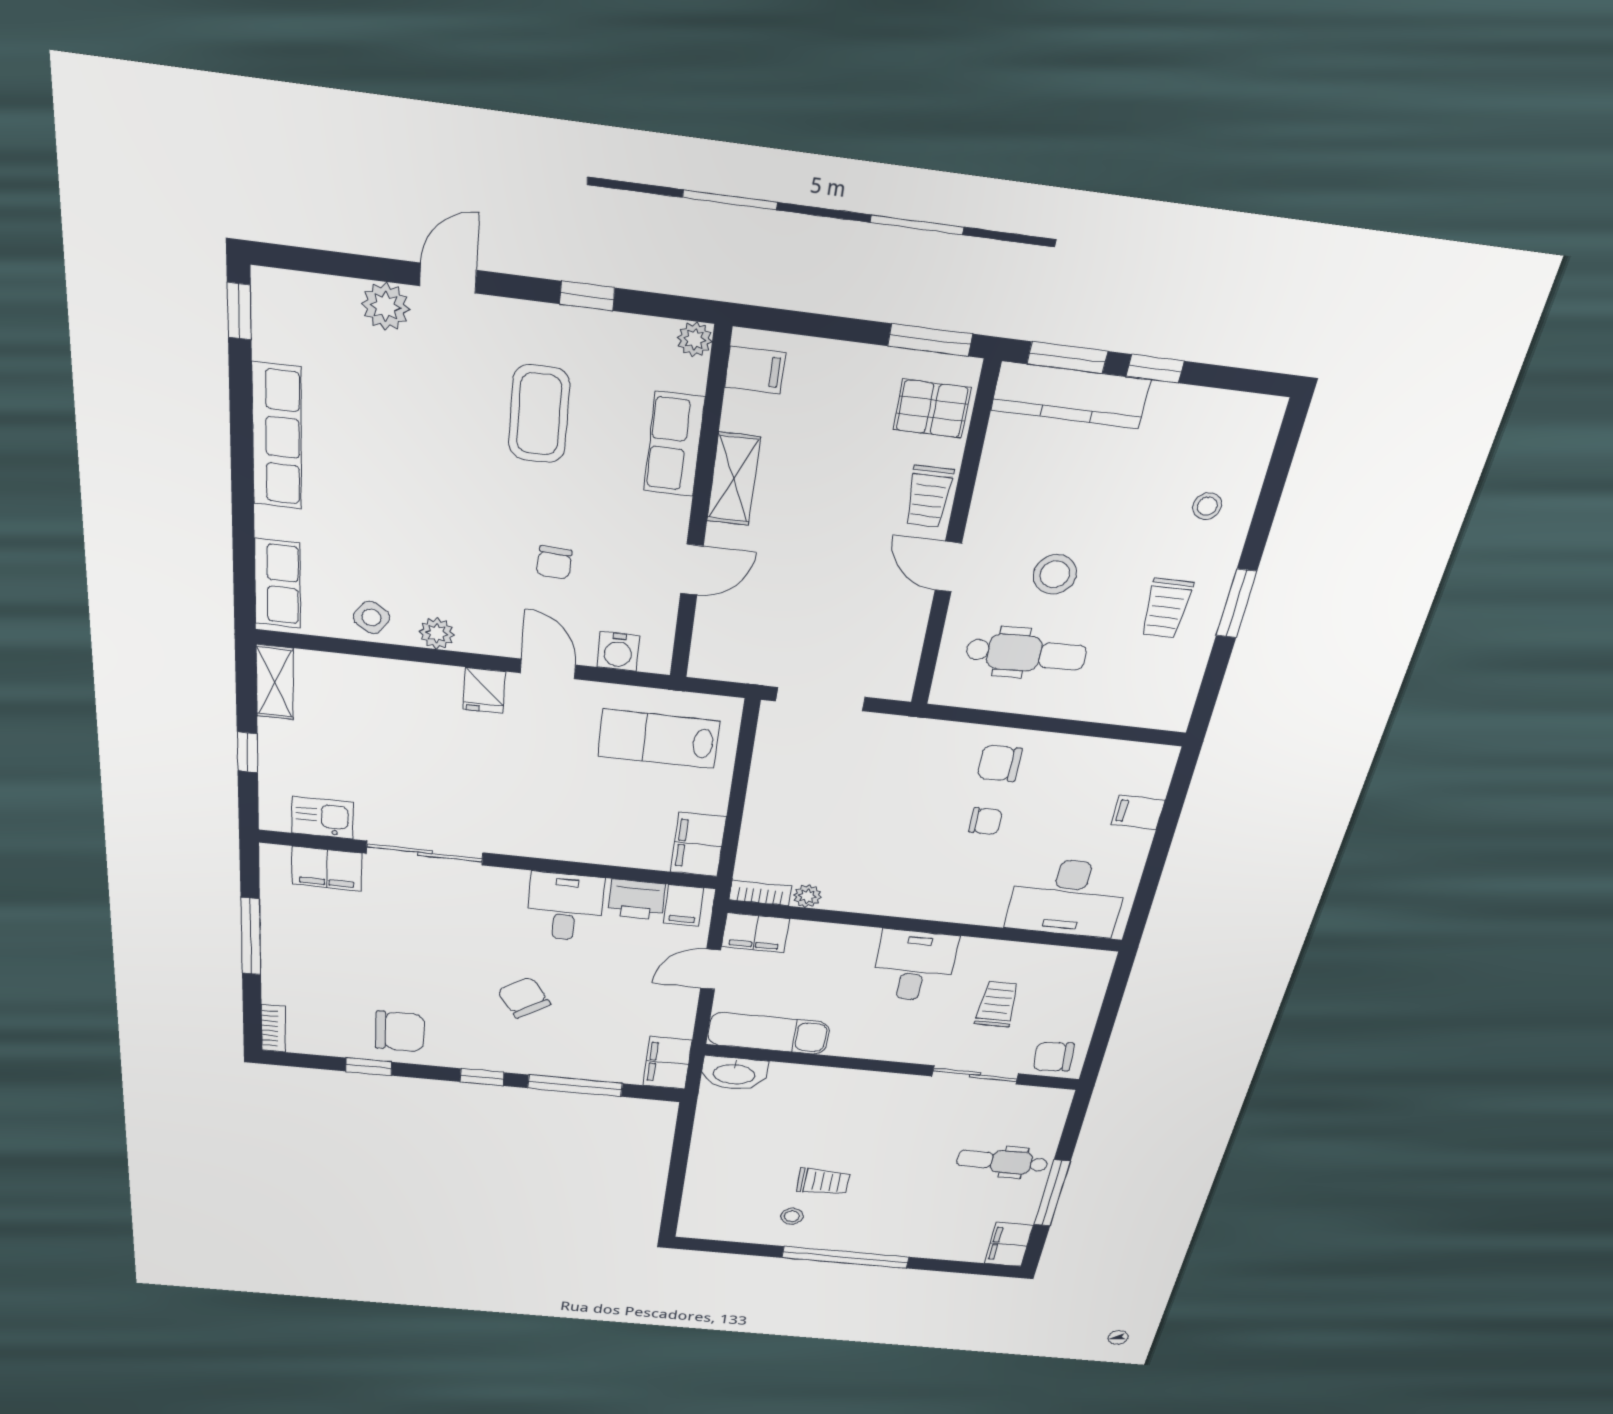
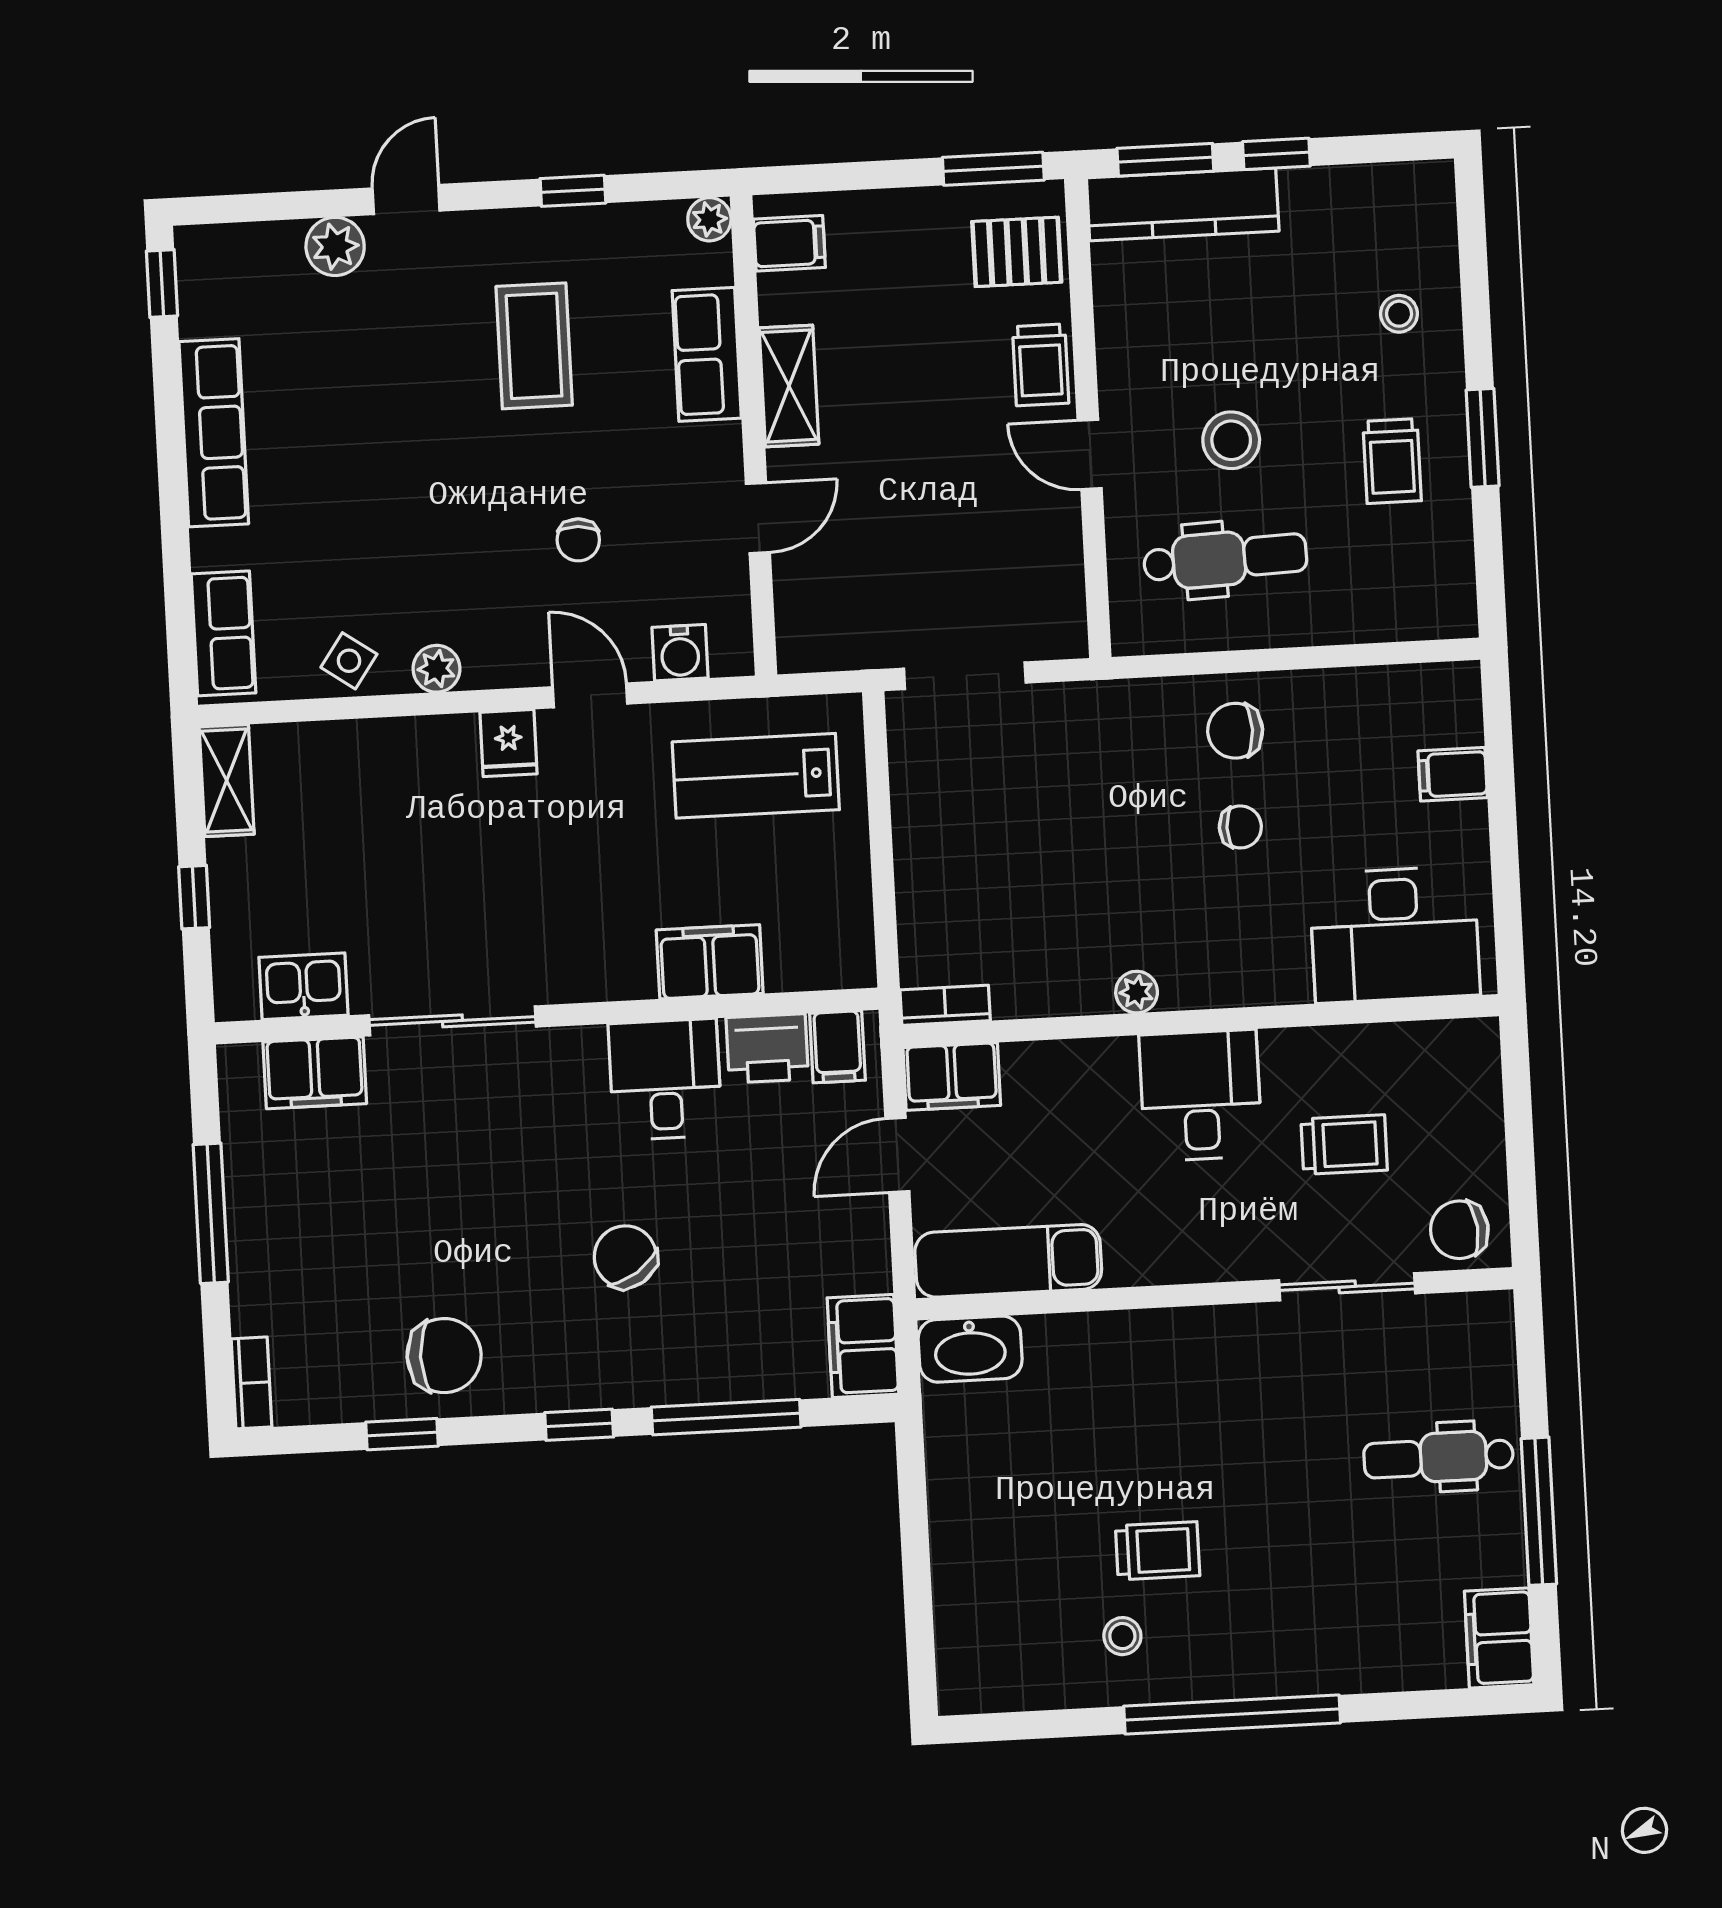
filing cabinet: (698, 844) -> (710, 962), moved, turned 90
plant: (807, 896) -> (1137, 992), moved
trolley: (997, 1004) -> (1344, 1145), turned 90

